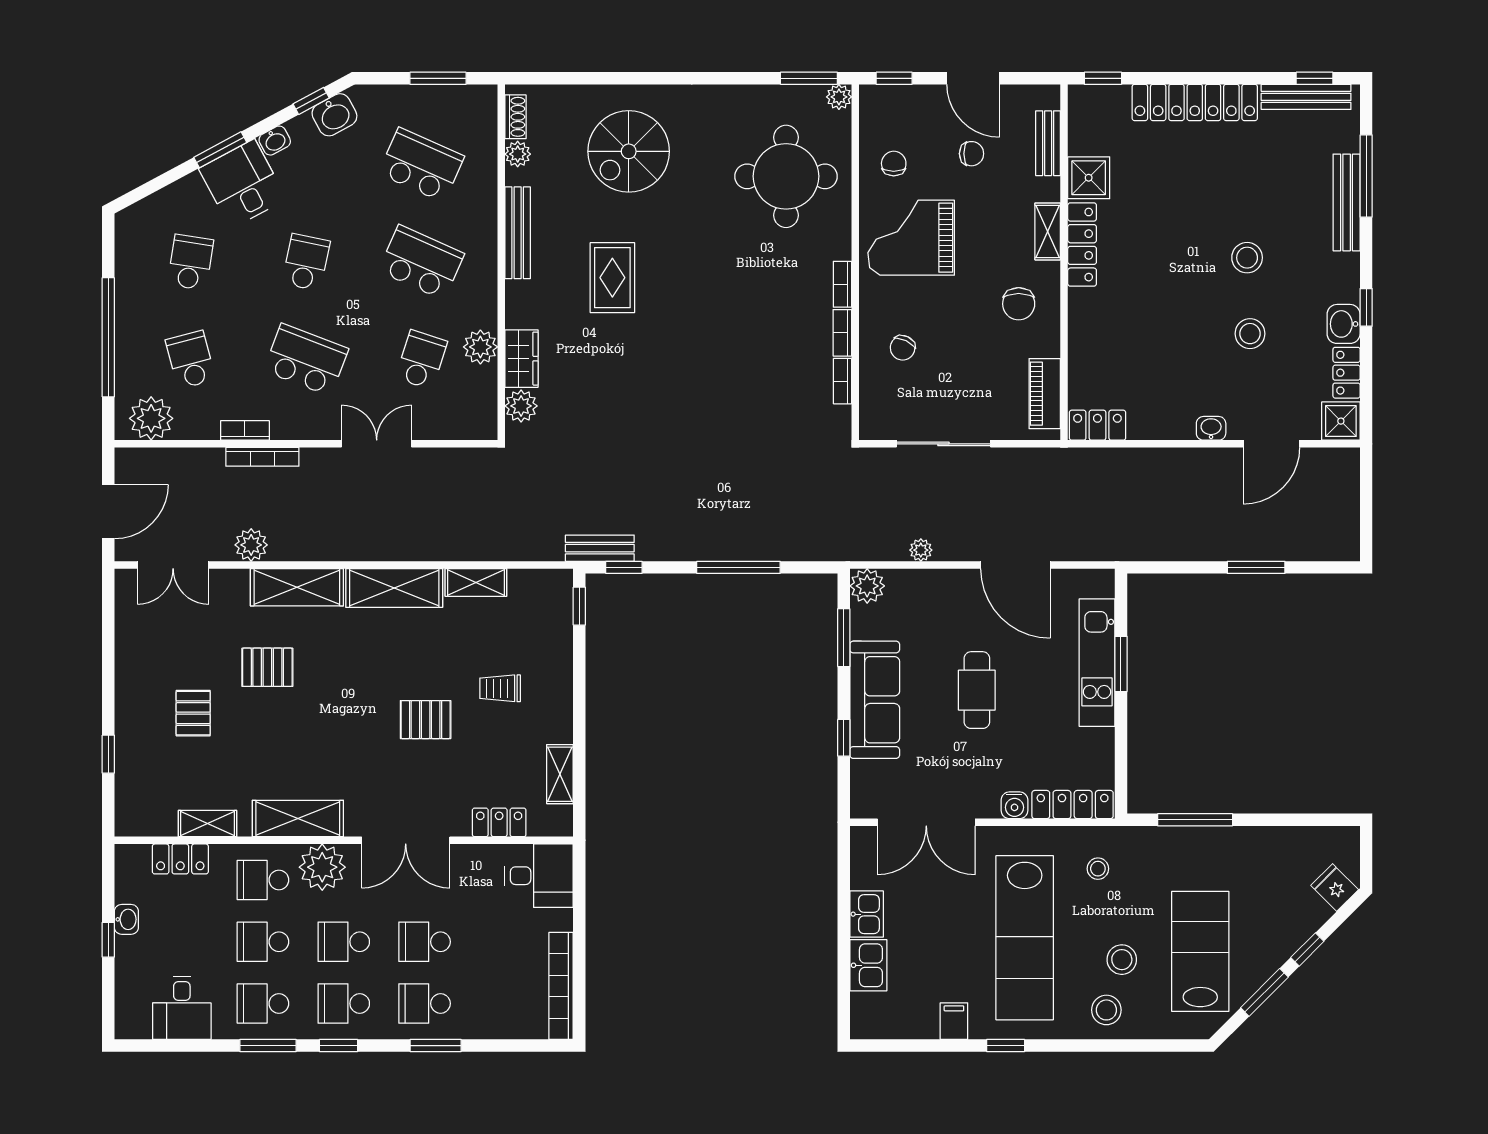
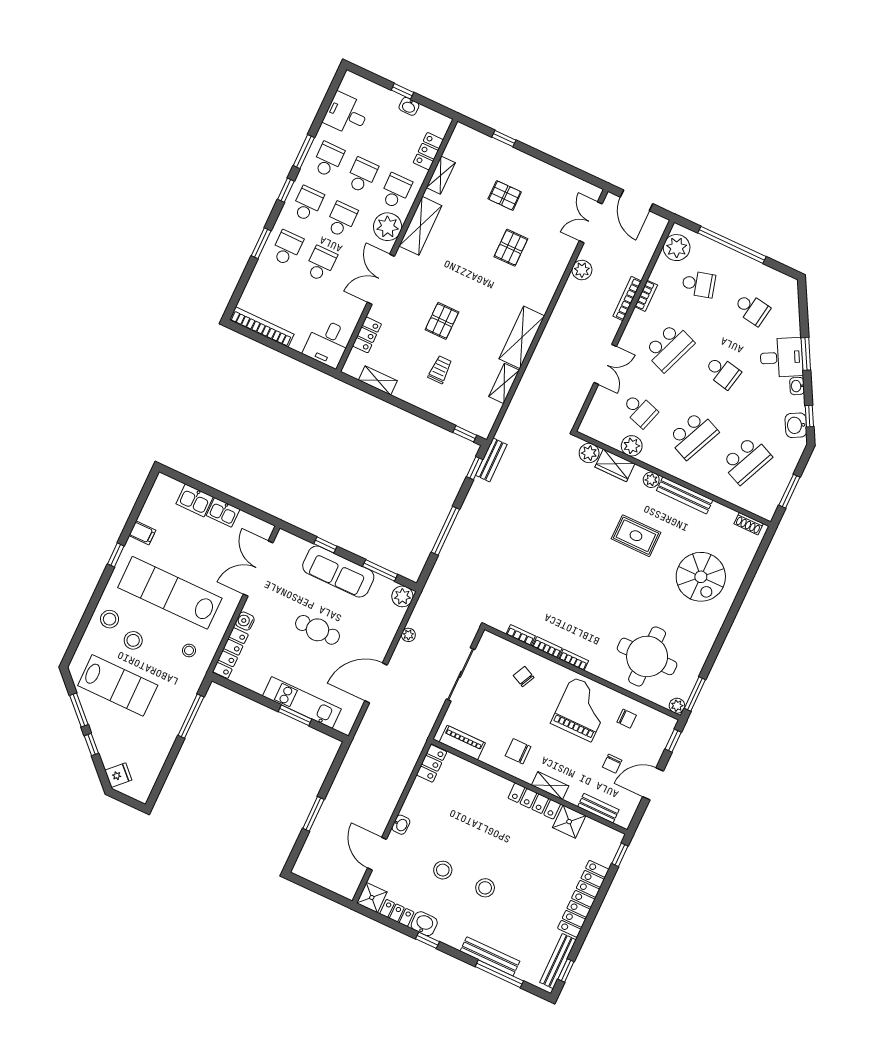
spiral stairs: (629, 151) -> (701, 577), turned 180
plant: (518, 154) -> (651, 480), moved
shelving: (297, 587) -> (547, 284), removed

